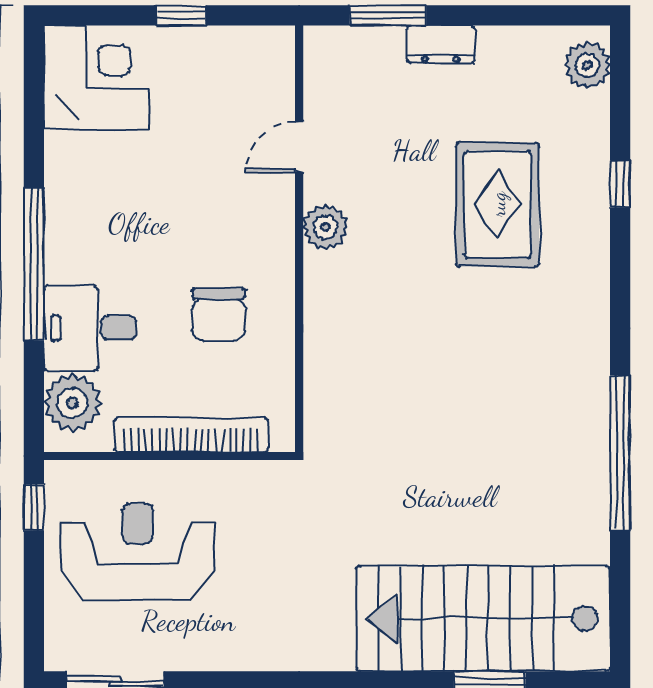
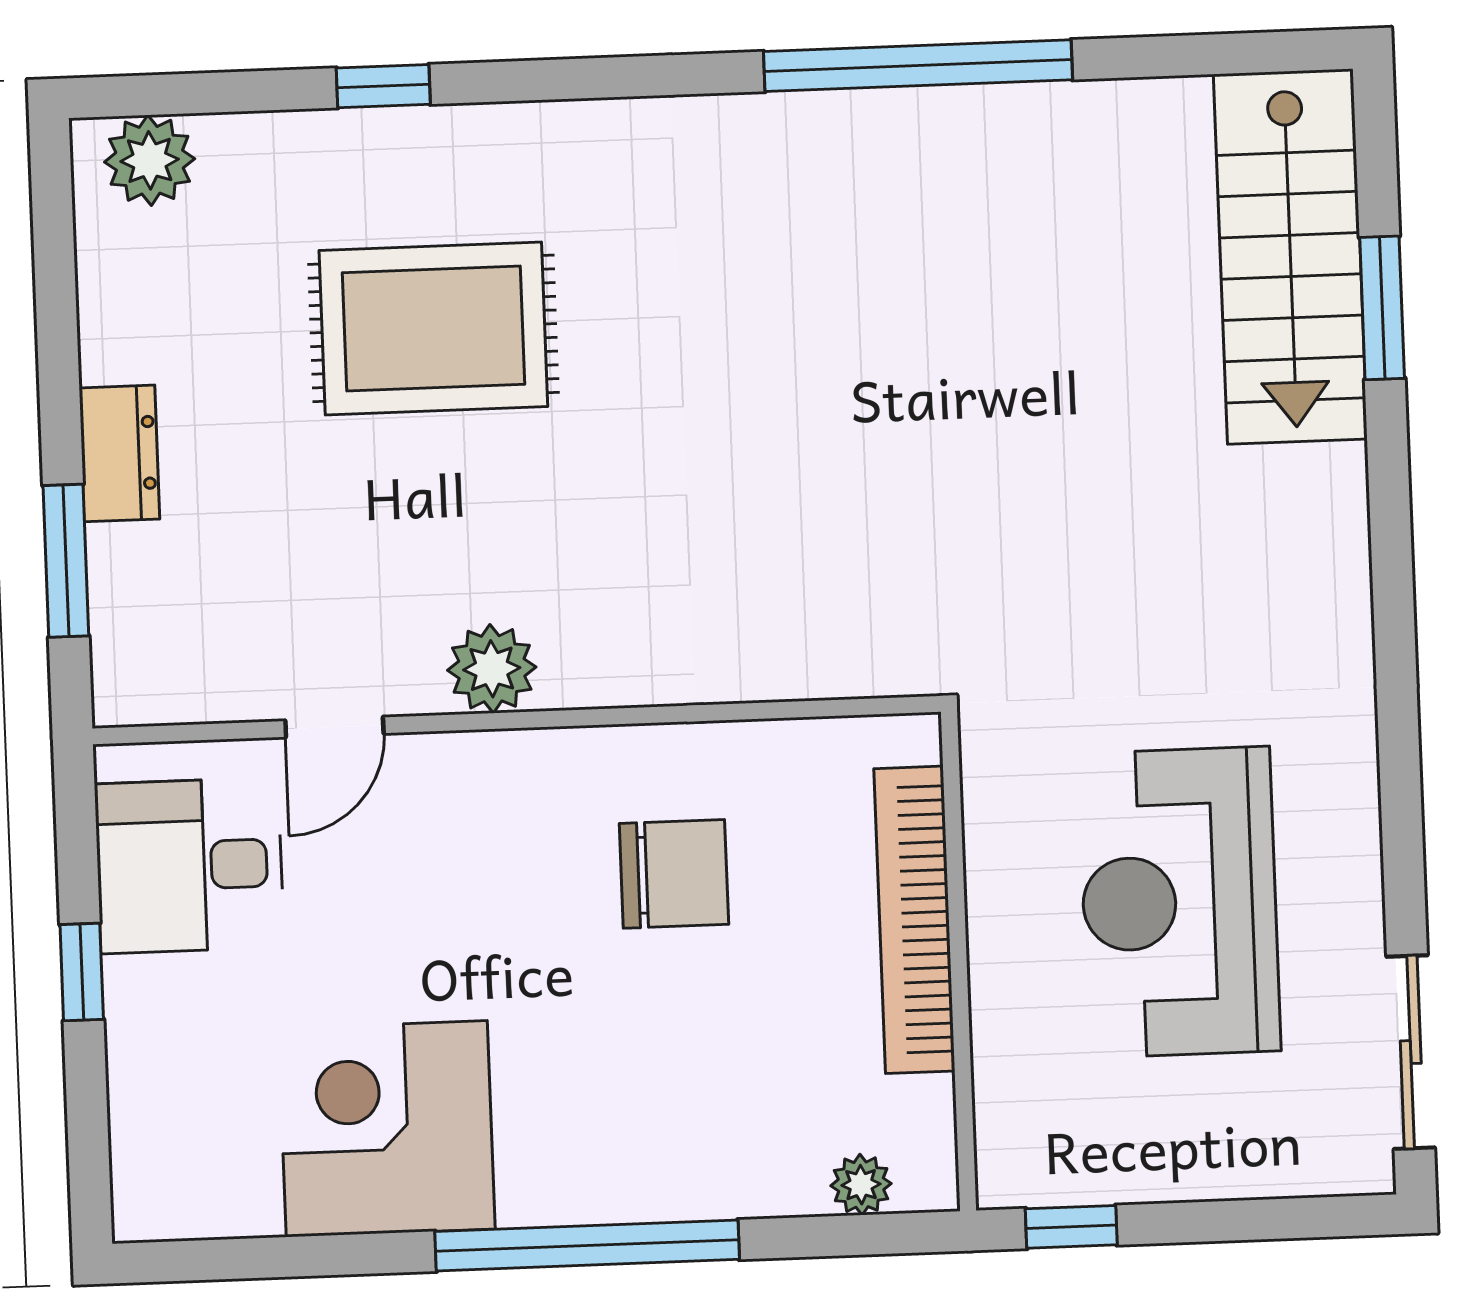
corner desk: (96, 78) -> (387, 1129), moved
door: (299, 147) -> (334, 727), hinge flipped
desk: (90, 328) -> (189, 866), moved, turned 90
plant: (73, 403) -> (861, 1185), width x0.53, depth x0.53
reception desk: (138, 552) -> (1179, 902), moved
stairs: (483, 618) -> (1290, 257), width x0.73, depth x0.66

